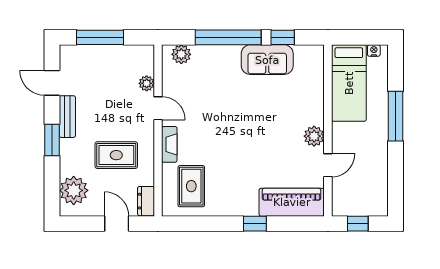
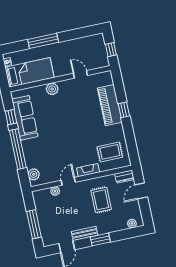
sofa: (267, 60) -> (25, 118), width x1.36
plant: (314, 136) -> (52, 89), moved
plant: (74, 190) -> (132, 223), width x0.53, depth x0.53
piano: (292, 202) -> (110, 105), moved

